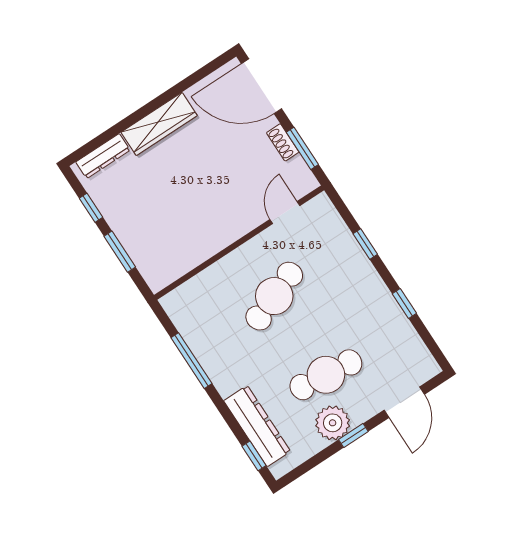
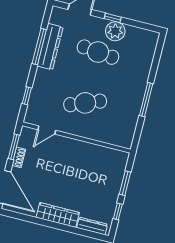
window: (365, 244) -> (27, 96), moved
window: (404, 304) -> (39, 47), width x2.17
window: (191, 361) -> (146, 100), moved
dresser: (257, 426) -> (50, 47), moved, turned 180
window: (254, 456) -> (158, 51), removed

